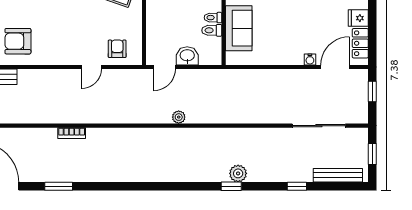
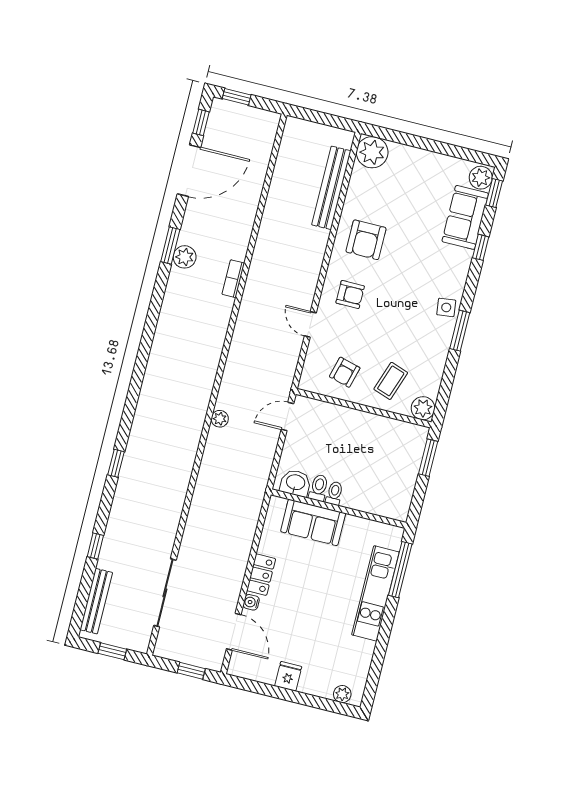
armchair: (18, 41) -> (366, 240), turned 180
armchair: (62, 43) -> (350, 294), added
locker: (360, 43) -> (261, 575), moved, turned 90
armchair: (117, 49) -> (345, 372), moved, turned 105
washbasin: (187, 56) -> (295, 483), moved, turned -90
door: (164, 67) -> (287, 416), hinge flipped
plant: (238, 173) -> (185, 257), moved

